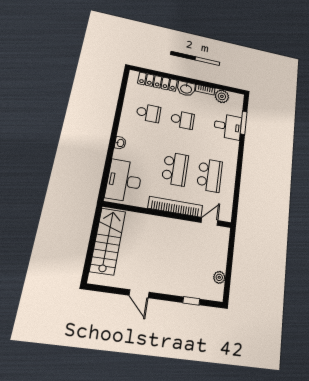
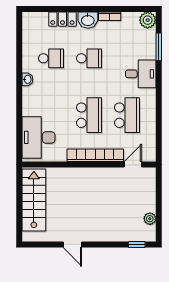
locker: (158, 82) -> (62, 19), width x0.66
plant: (222, 96) -> (148, 20), moved
desk: (228, 126) -> (141, 74), moved
washbasin: (120, 143) -> (27, 79), moved
window: (191, 301) -> (137, 245), moved

